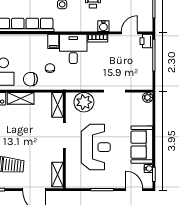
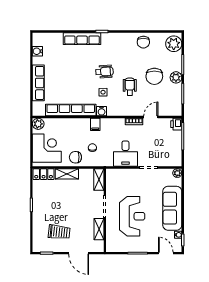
water cooler: (103, 26) -> (102, 111), moved
door: (129, 33) -> (151, 117), moved
desk: (73, 49) -> (125, 154), moved, turned 180
plant: (84, 102) -> (122, 177), removed
sofa: (142, 145) -> (172, 208), width x1.36
shelving: (57, 175) -> (99, 229), moved

